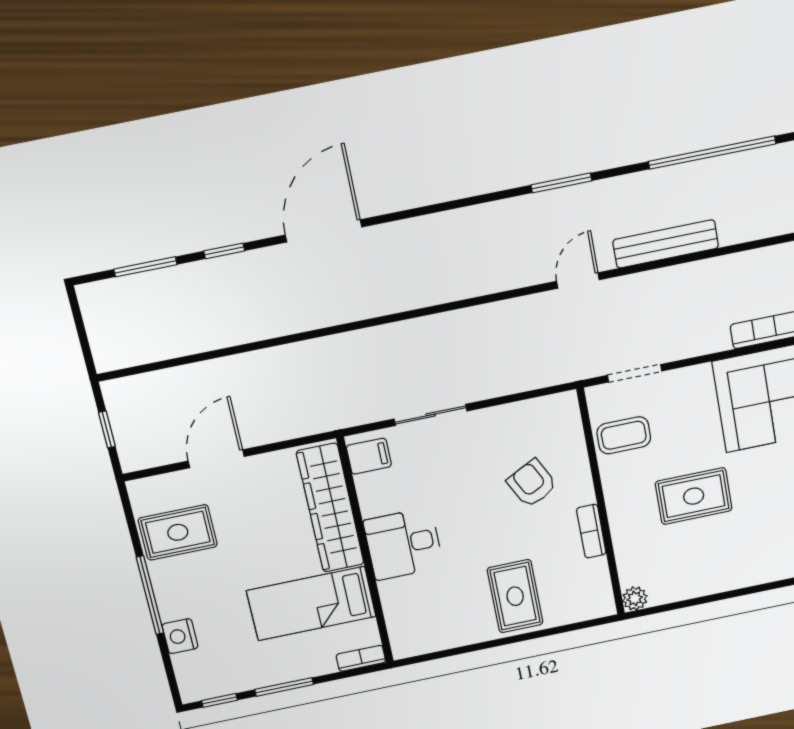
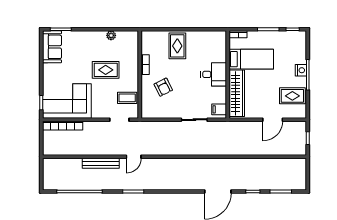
plant: (635, 598) -> (111, 35), moved
nightstand: (180, 636) -> (301, 70), moved

